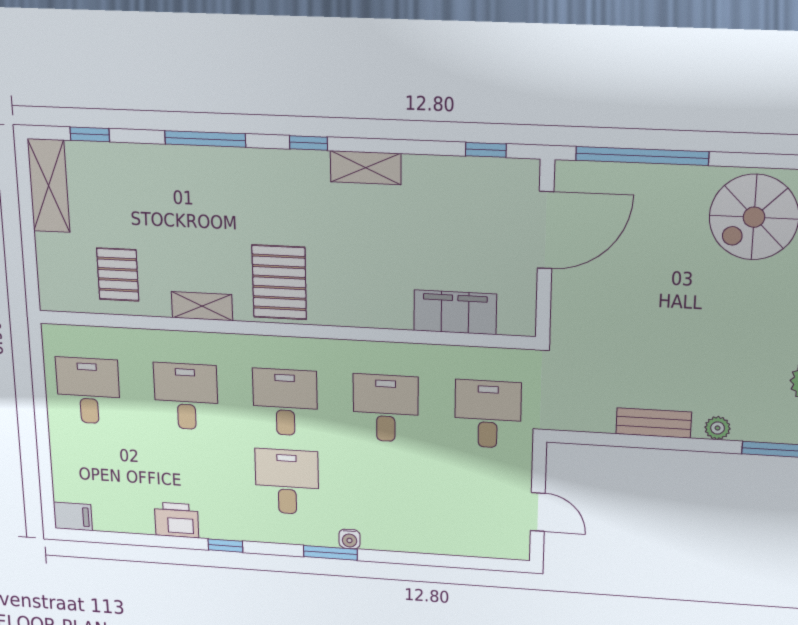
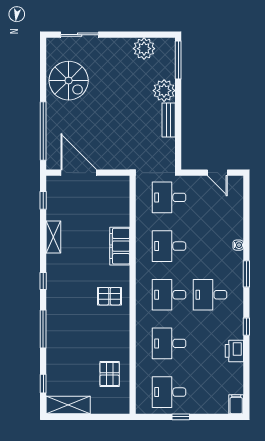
shelving: (366, 168) -> (53, 237), moved
pallet: (118, 275) -> (110, 374), turned 90
pallet: (279, 282) -> (110, 296), width x0.67, depth x0.71
shelving: (202, 306) -> (123, 334), removed
filing cabinet: (455, 312) -> (120, 246), moved
window: (41, 411) -> (181, 417), added
plant: (718, 428) -> (164, 91), width x1.87, depth x1.87
door: (538, 512) -> (217, 173), swing flipped
water cooler: (349, 539) -> (238, 245), moved

